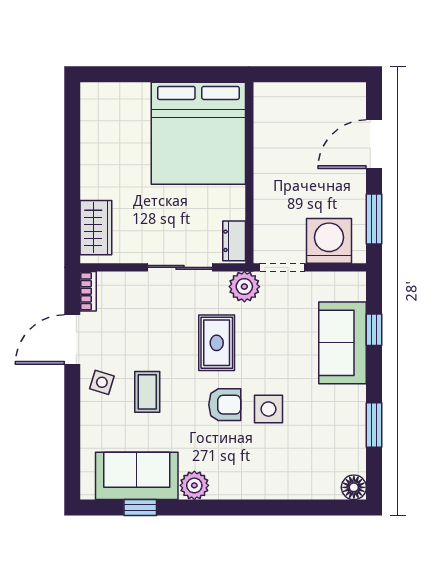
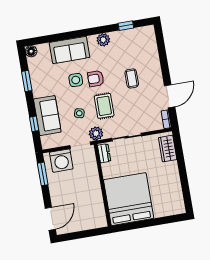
door: (374, 144) -> (50, 219), moved
side table: (102, 382) -> (79, 113), moved
sofa: (137, 476) -> (69, 50), moved

